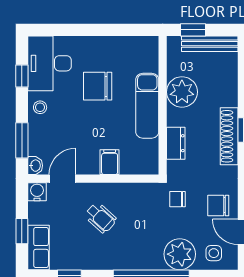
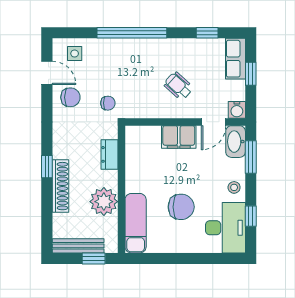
exam couch: (147, 106) -> (136, 223), moved
shoe rack: (229, 136) -> (60, 186), moved
filing cabinet: (110, 162) -> (179, 137), width x2.00
washbasin: (35, 166) -> (236, 142), width x1.91, depth x1.45
plant: (180, 254) -> (106, 53), removed

